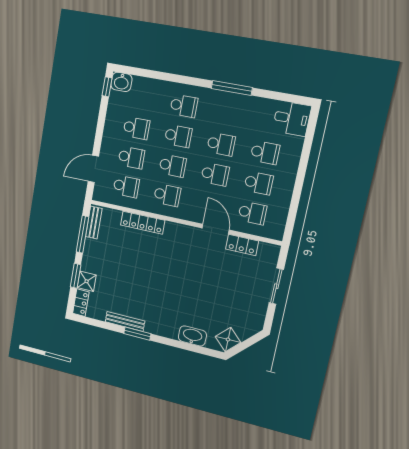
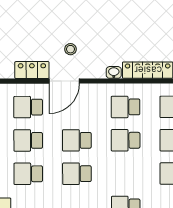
school desk: (178, 136) -> (126, 174), removed
washbasin: (171, 227) -> (114, 72), added
door: (216, 229) -> (64, 81), hinge flipped
stool: (205, 255) -> (70, 49), added

